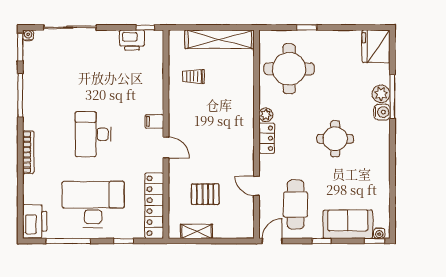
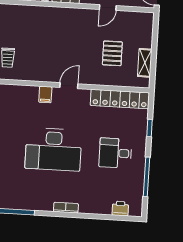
desk: (93, 134) -> (53, 149), width x1.36, depth x1.30
bookcase: (28, 152) -> (66, 208), width x0.64
desk: (93, 204) -> (115, 153), width x0.53, depth x0.77
printer: (35, 221) -> (120, 209), width x0.53, depth x0.68

